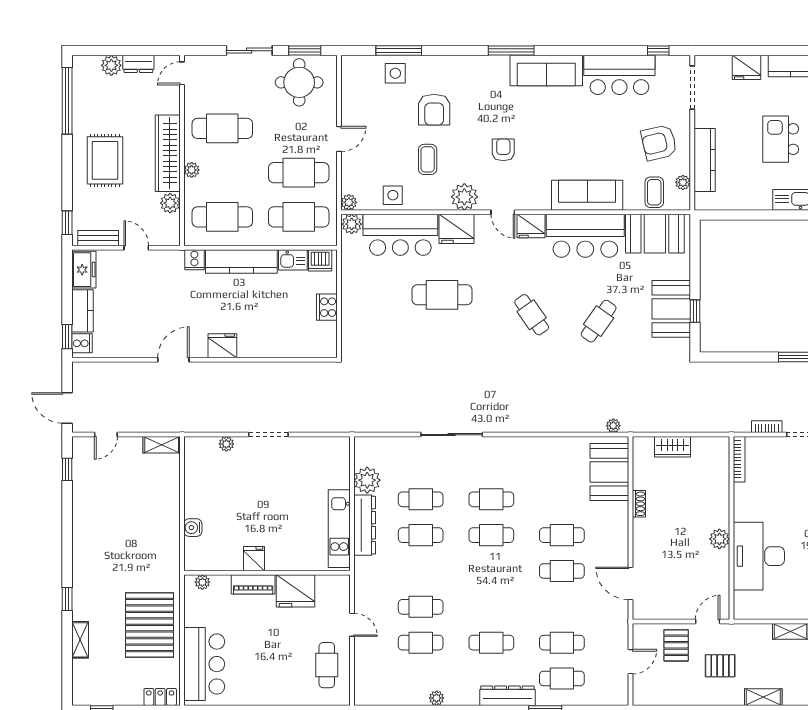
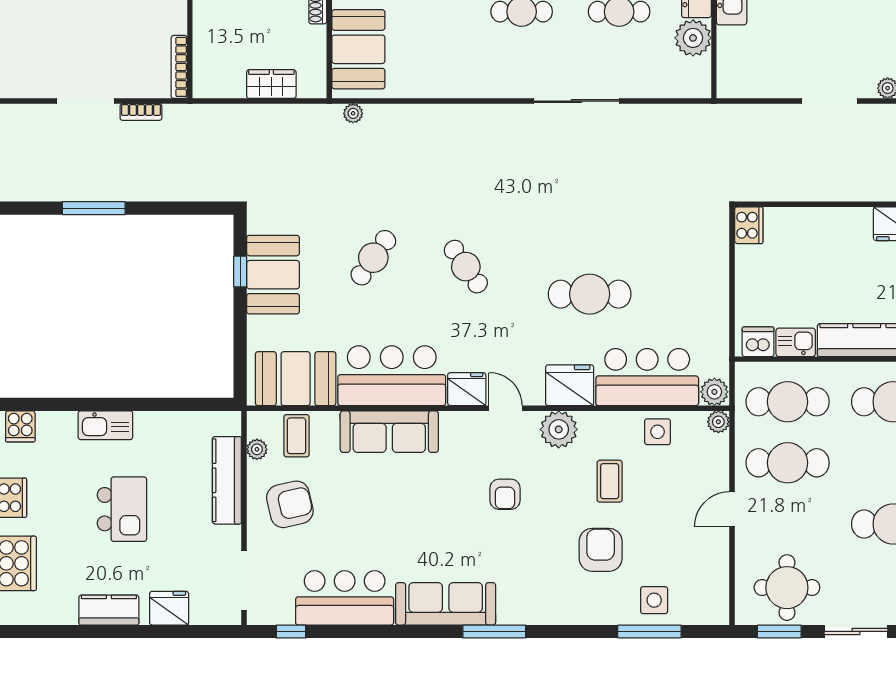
cooker: (327, 307) -> (749, 225), moved

